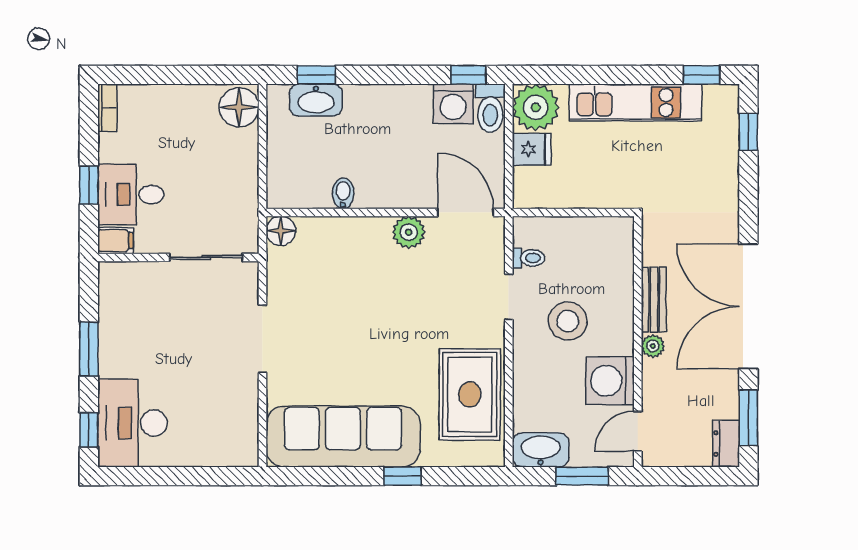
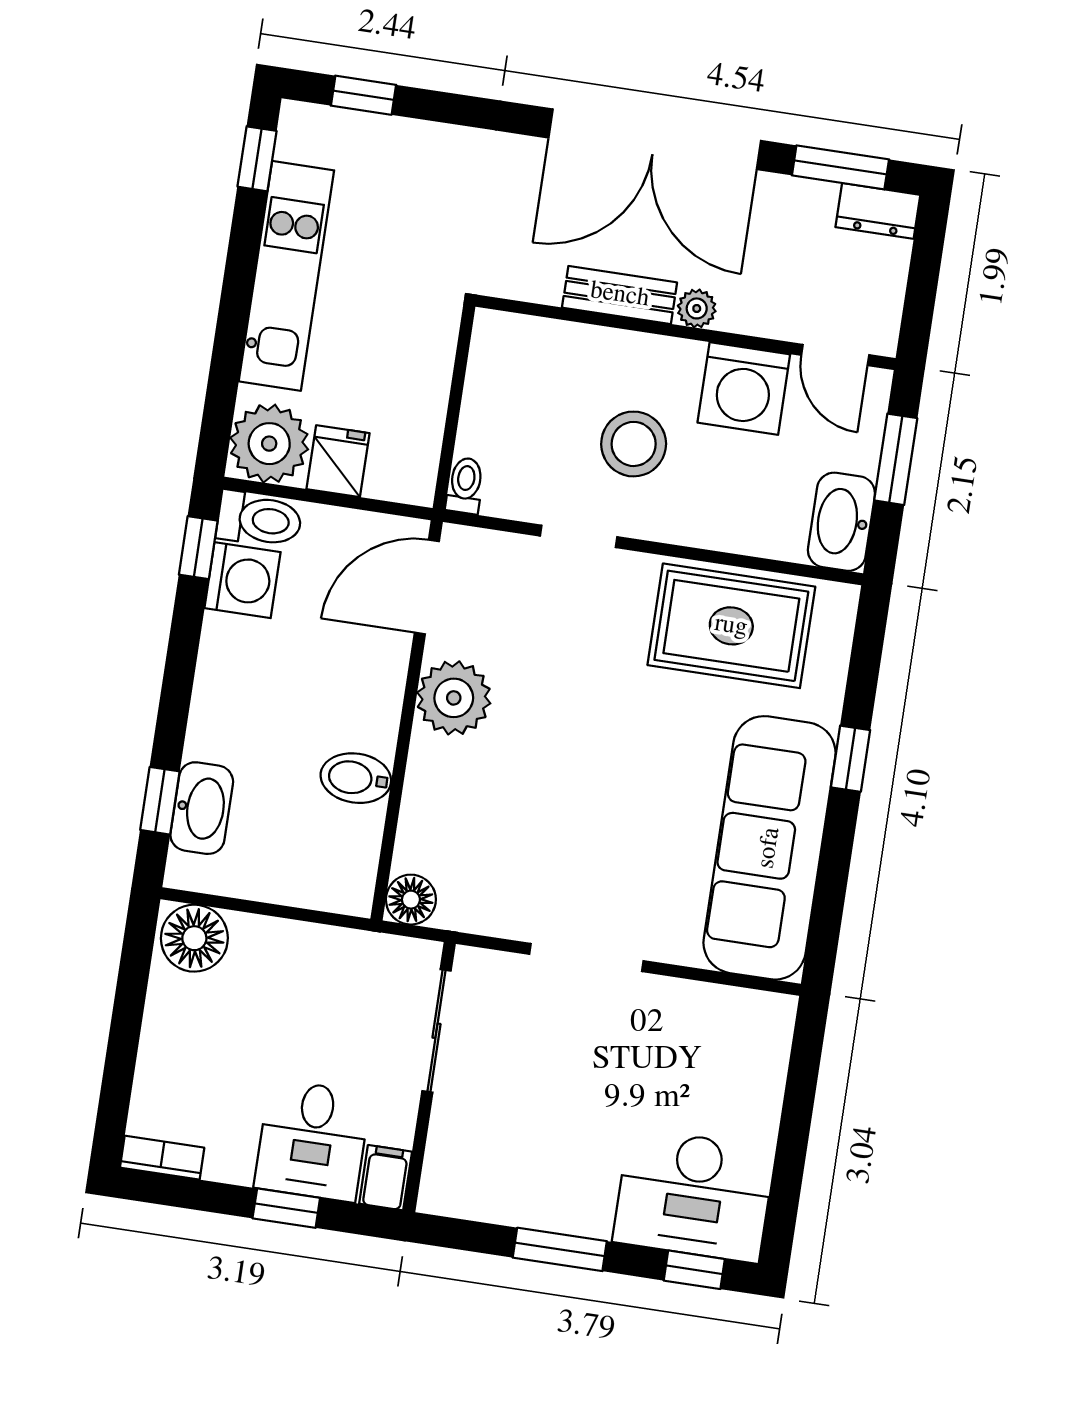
bidet: (343, 193) -> (356, 778), width x1.38, depth x1.36
plant: (409, 232) -> (454, 698), width x1.36, depth x1.36
toilet: (528, 258) -> (465, 486), moved

